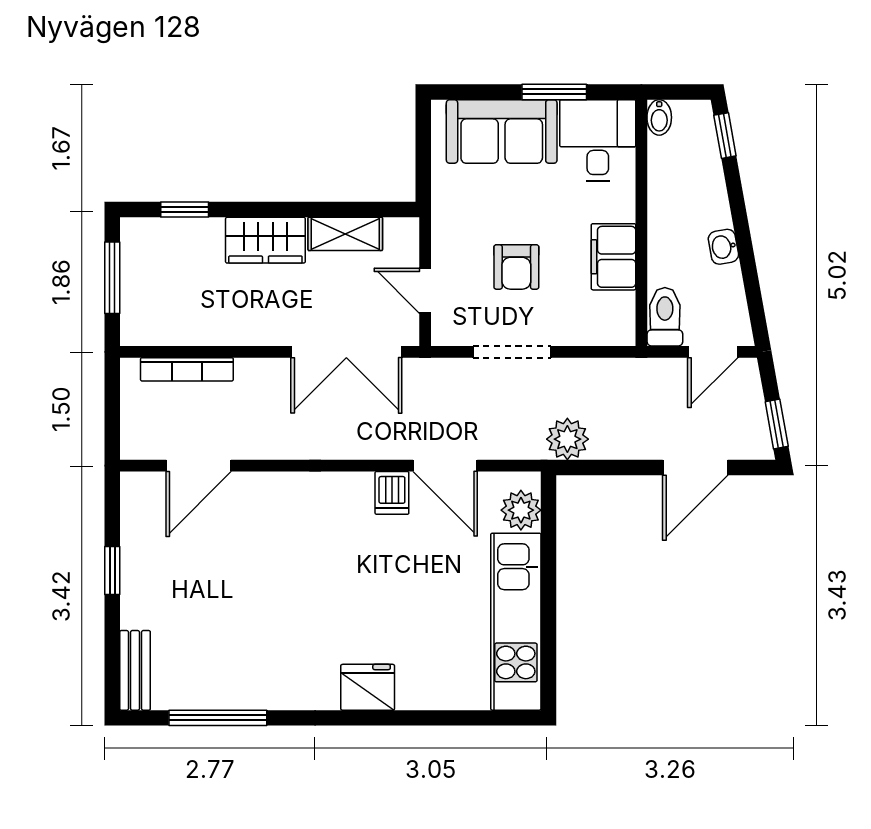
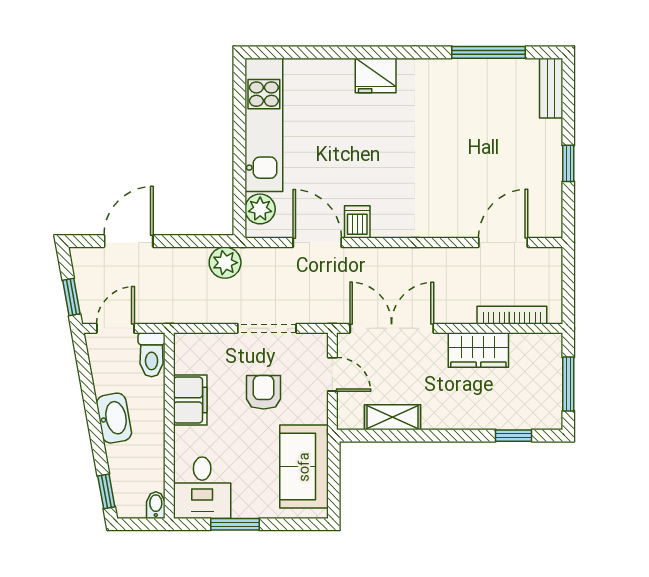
sofa: (502, 131) -> (304, 467), moved, turned -90
wardrobe: (265, 240) -> (478, 350), moved, turned 180
washbasin: (723, 247) -> (114, 418), width x1.91, depth x1.45
window: (777, 424) -> (71, 297), moved

